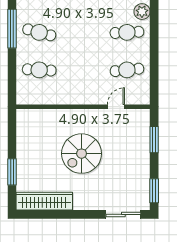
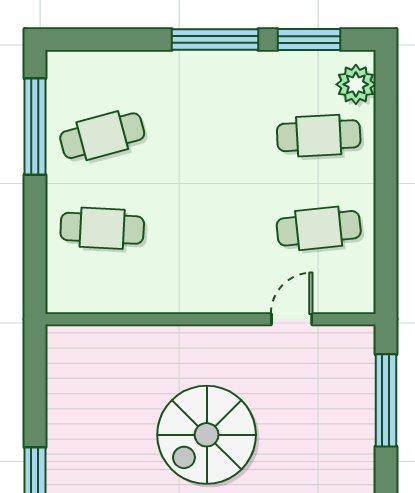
cafe table: (39, 32) -> (102, 136), turned -30
window: (154, 140) -> (386, 400), width x1.44

